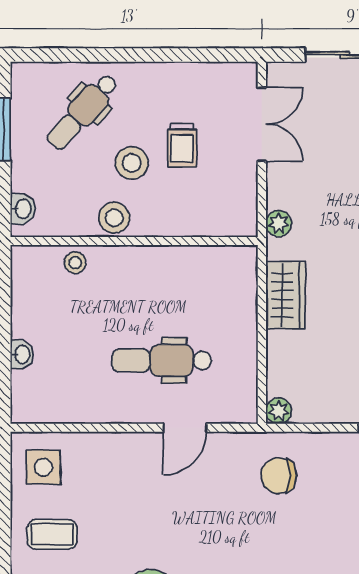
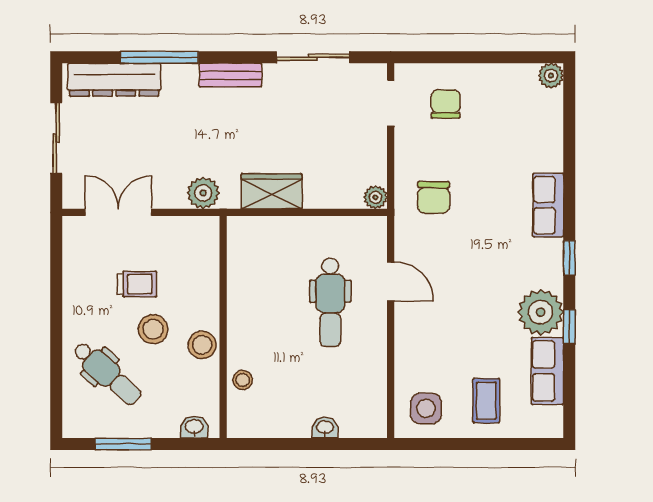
plant: (279, 224) -> (203, 193), width x1.38, depth x1.38

